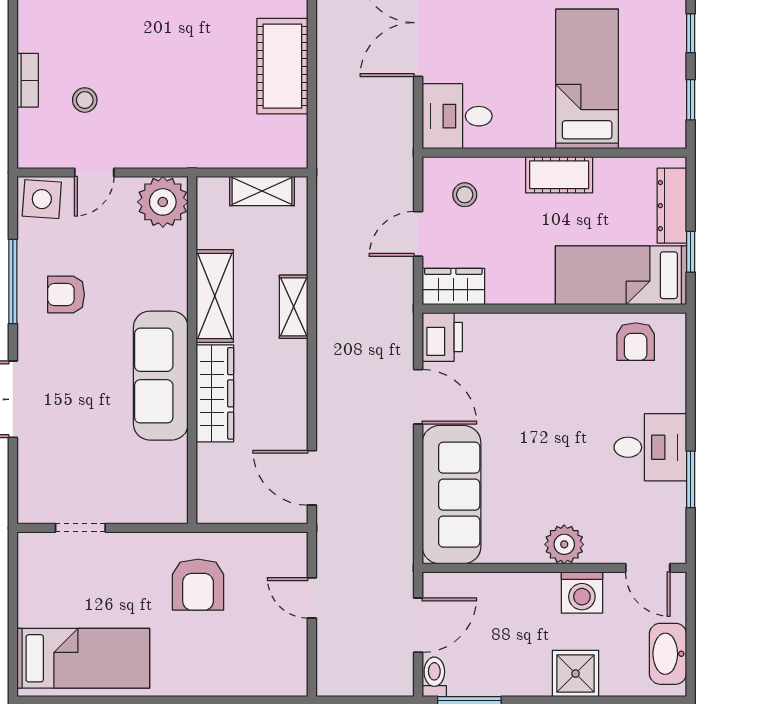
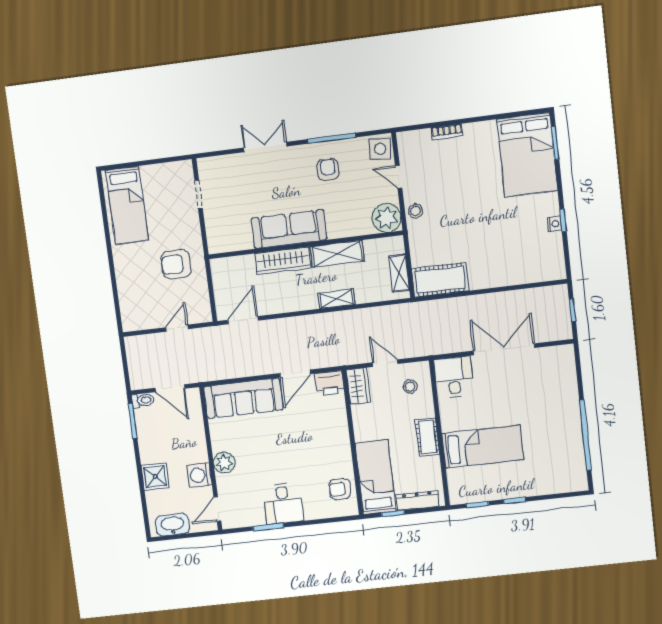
cot: (282, 66) -> (440, 280), moved
stool: (85, 100) -> (416, 211), moved

